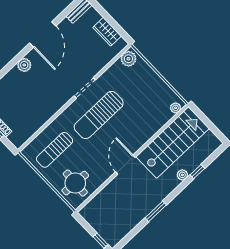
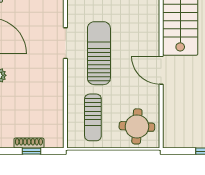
sun lounger: (99, 115) -> (99, 53), turned 180

